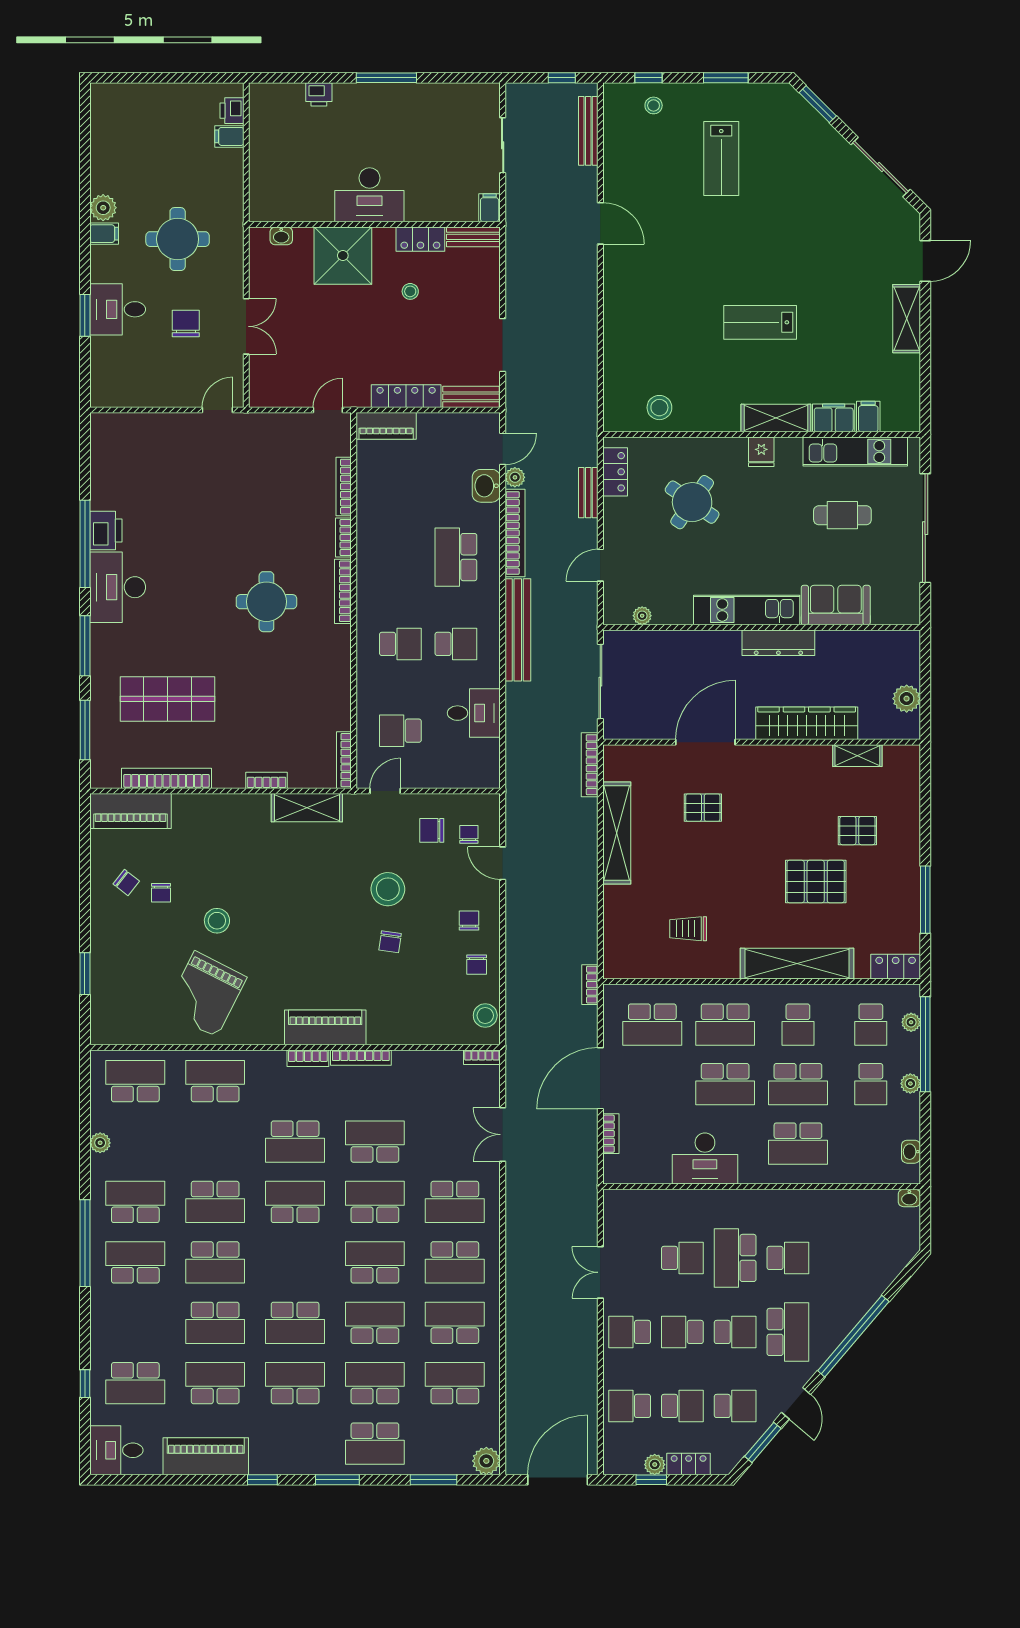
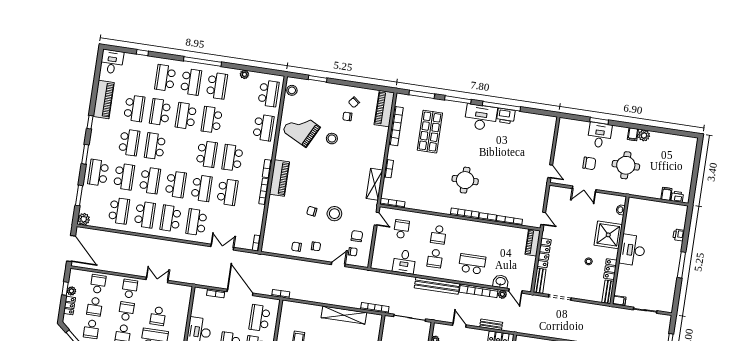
stool: (485, 1015) -> (292, 90), moved
school desk: (135, 1383) -> (165, 78), moved

